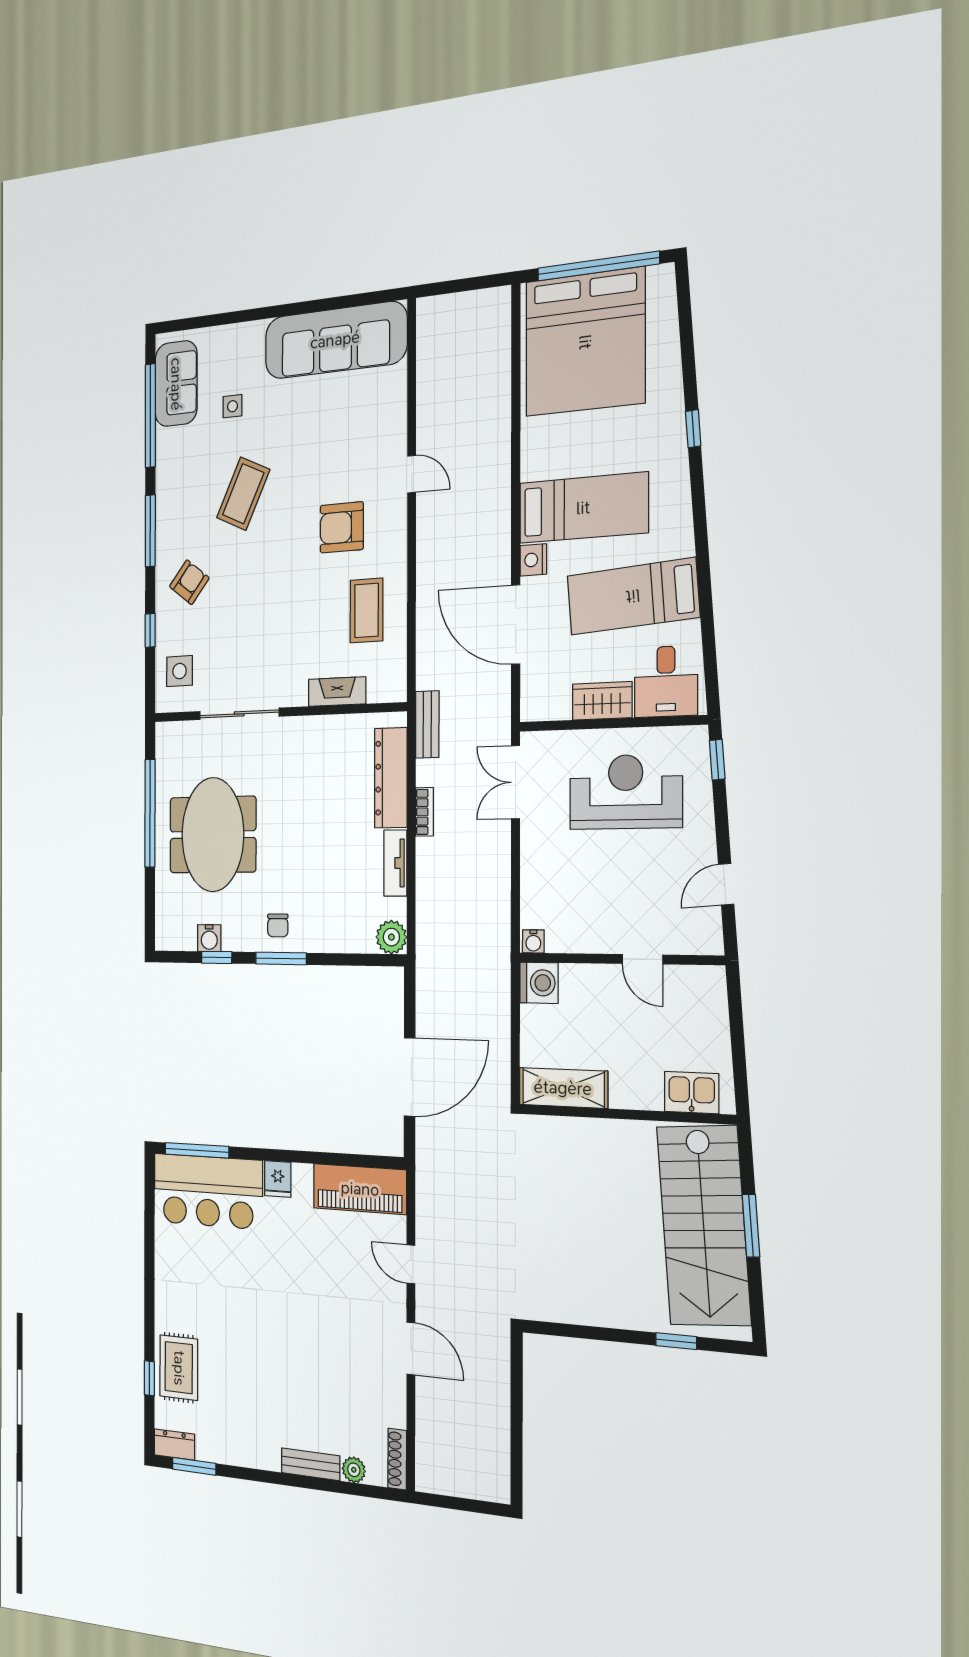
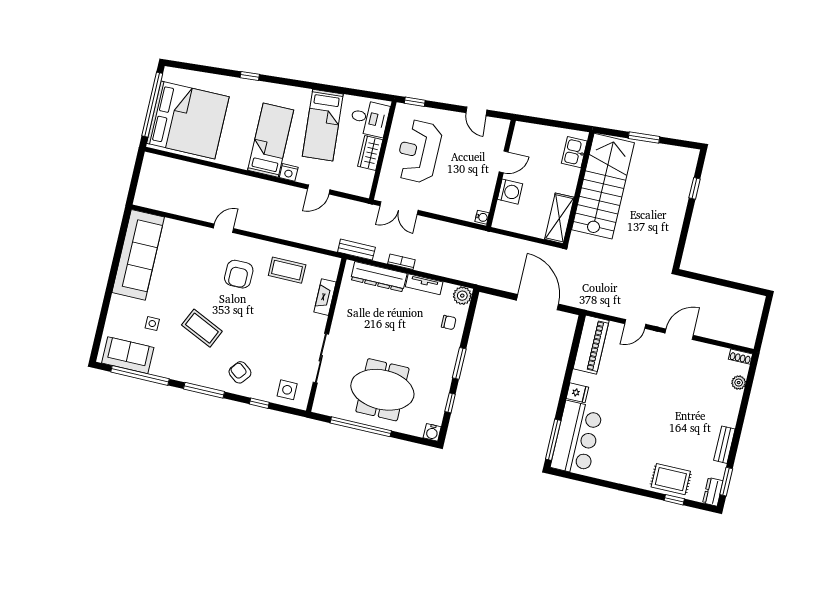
door: (516, 624) -> (319, 189), width x0.53
chair: (278, 925) -> (449, 323), moved
water cooler: (209, 938) -> (432, 432), moved, turned 90
washing machine: (539, 983) -> (510, 192), moved, turned 90
stairs: (704, 1225) -> (603, 186), moved, turned -86
shoe rack: (397, 1459) -> (740, 357), width x0.70
bench: (311, 1464) -> (724, 445), moved

